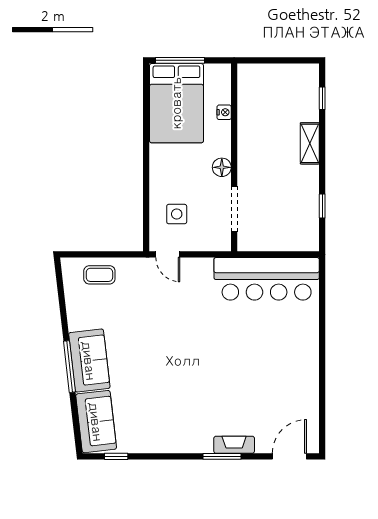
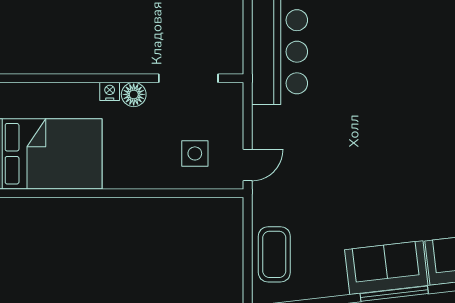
nightstand: (224, 112) -> (110, 91), moved
coffee table: (99, 275) -> (274, 254), width x1.36, depth x1.30

